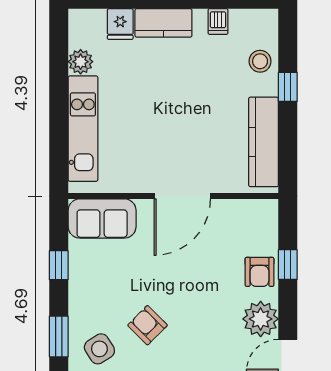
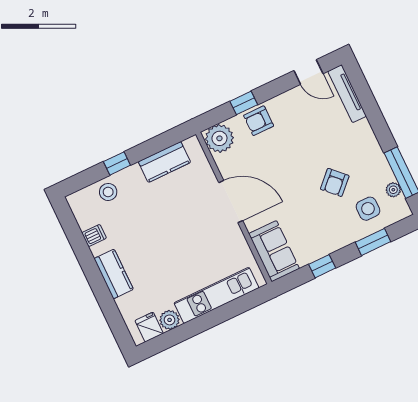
fridge: (120, 24) -> (149, 327), moved, turned -90
kitchen counter: (264, 142) -> (164, 162), width x0.67
armchair: (259, 272) -> (259, 121), turned 180
plant: (261, 319) -> (219, 138), moved
side table: (99, 349) -> (368, 209), turned 32

